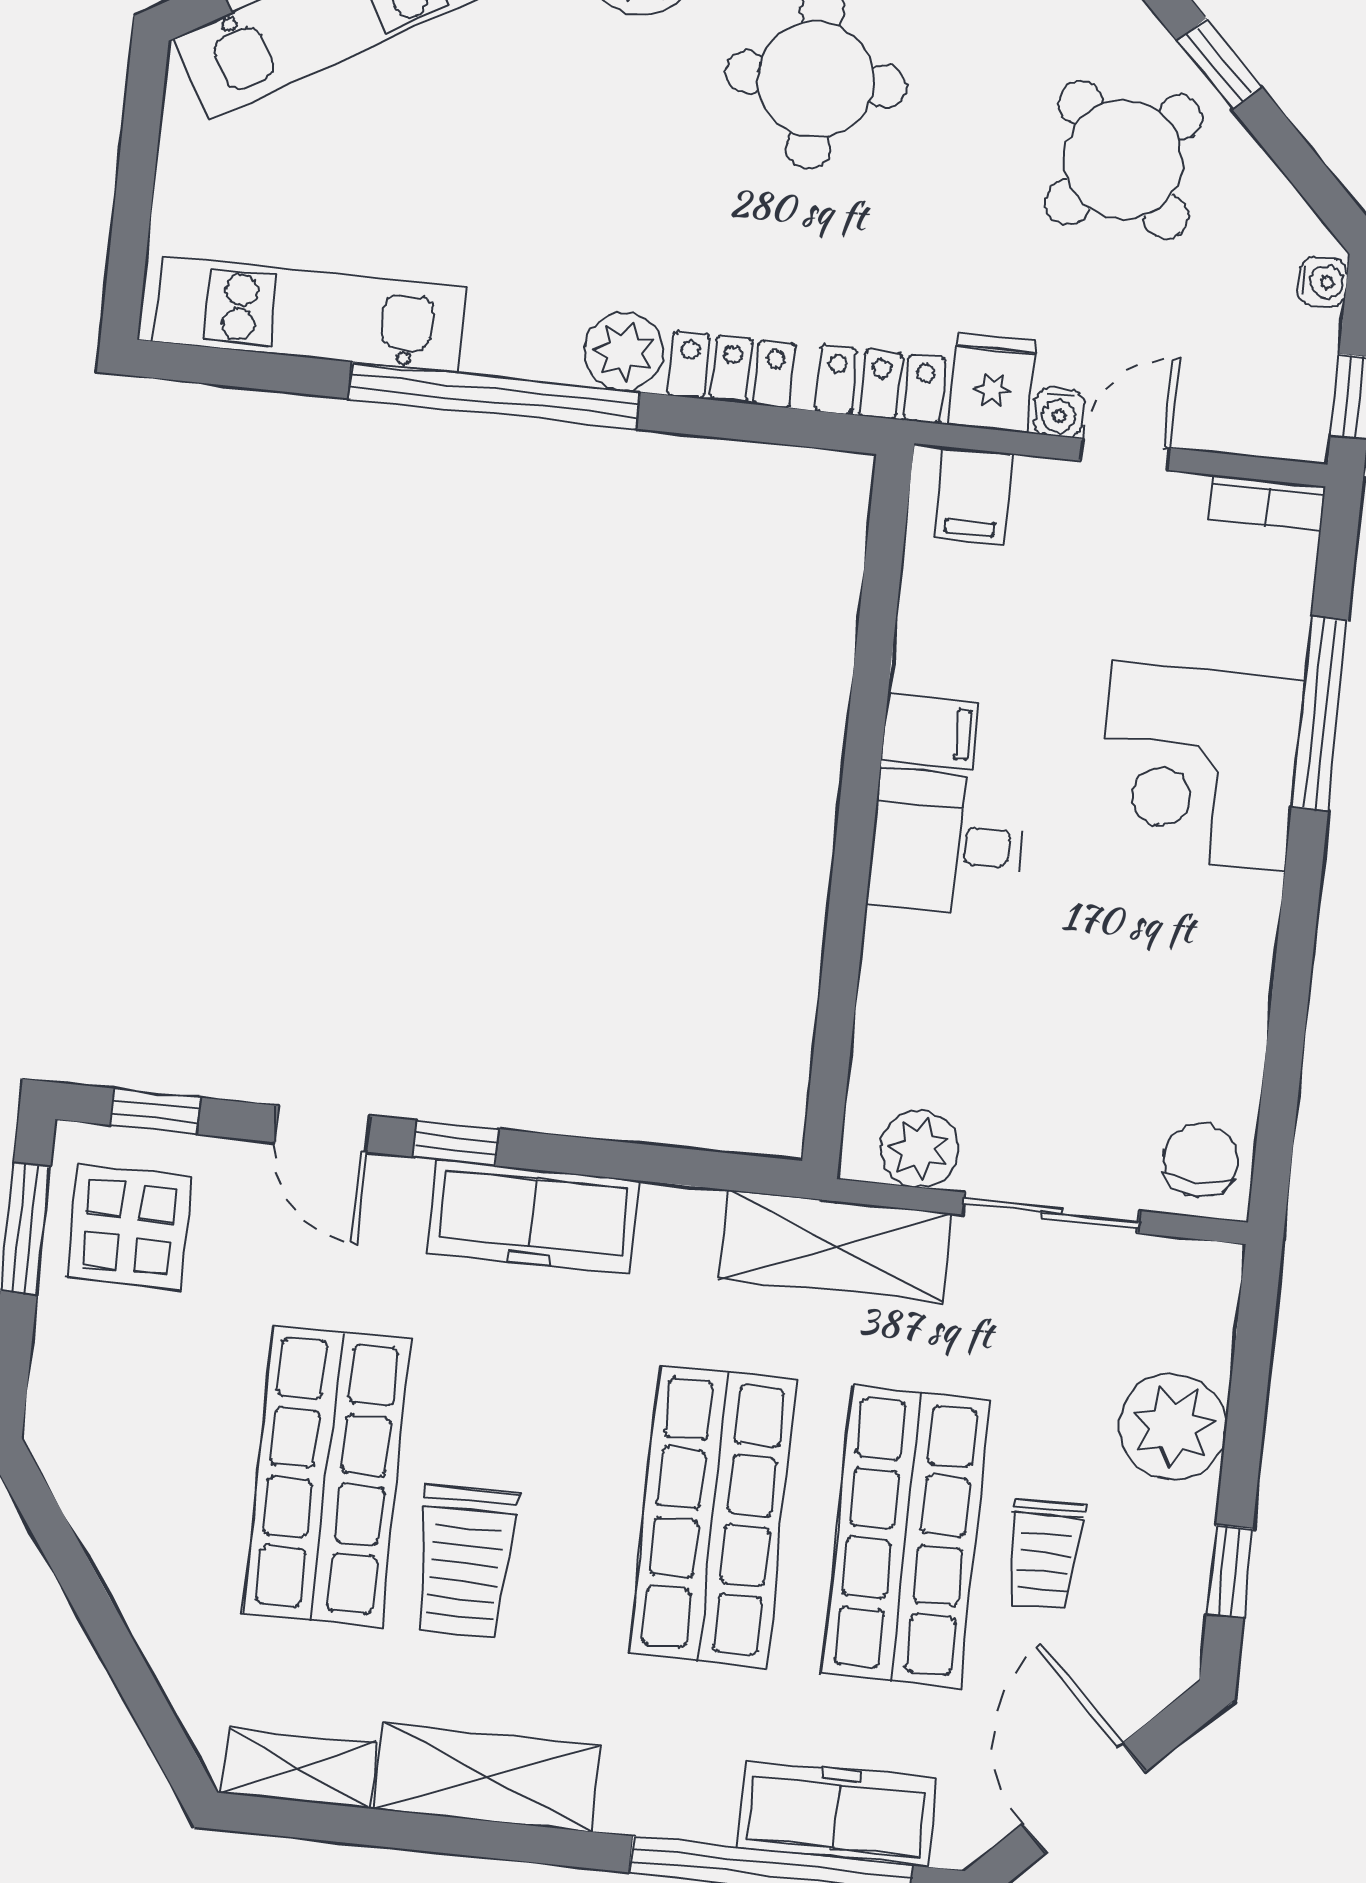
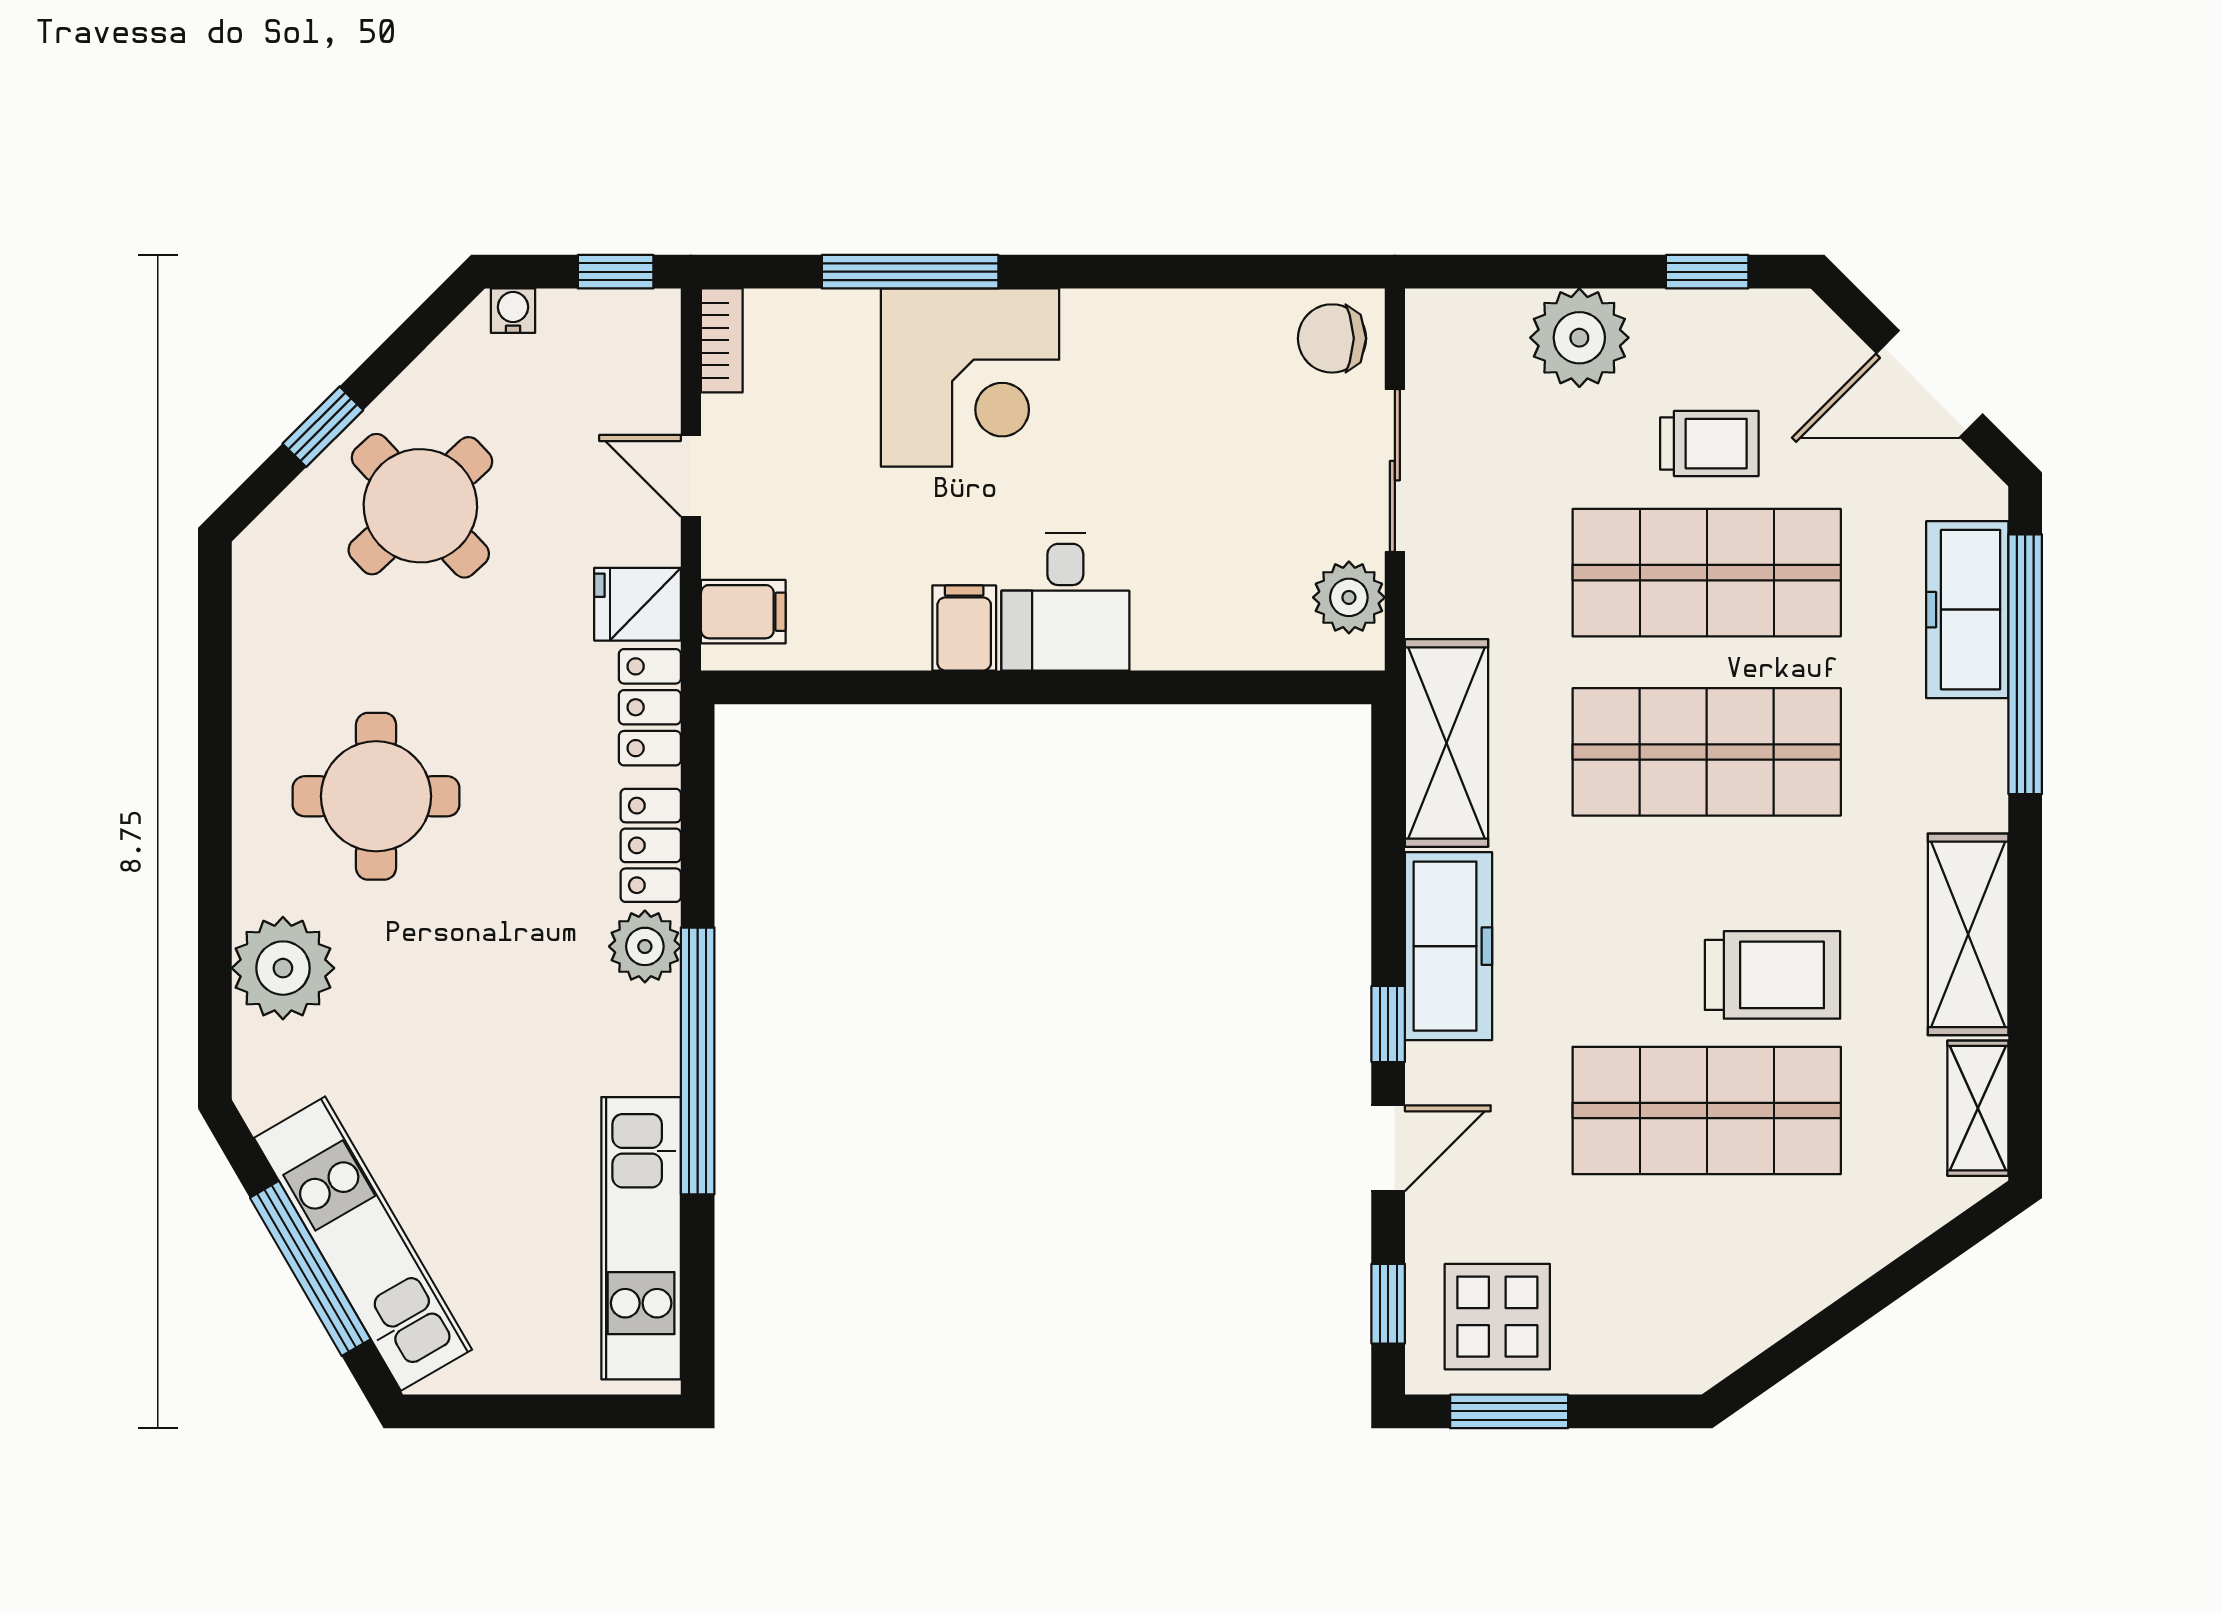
water cooler: (1059, 413) -> (659, 540), removed
shelving: (835, 1246) -> (1447, 743), moved

